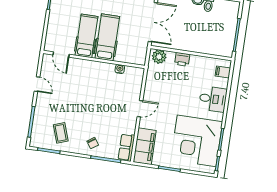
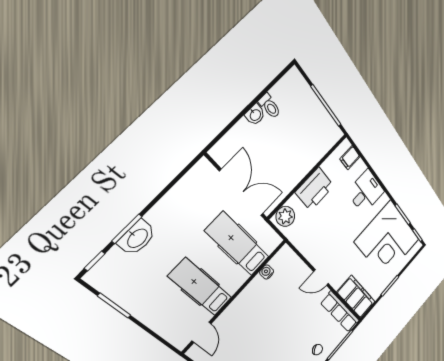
hospital bed: (107, 37) -> (238, 244), moved
door: (61, 55) -> (201, 332), hinge flipped
printer: (182, 59) -> (315, 189), width x1.87, depth x1.48
door: (140, 109) -> (321, 278), swing flipped
row of seats: (126, 147) -> (340, 312), width x1.48

